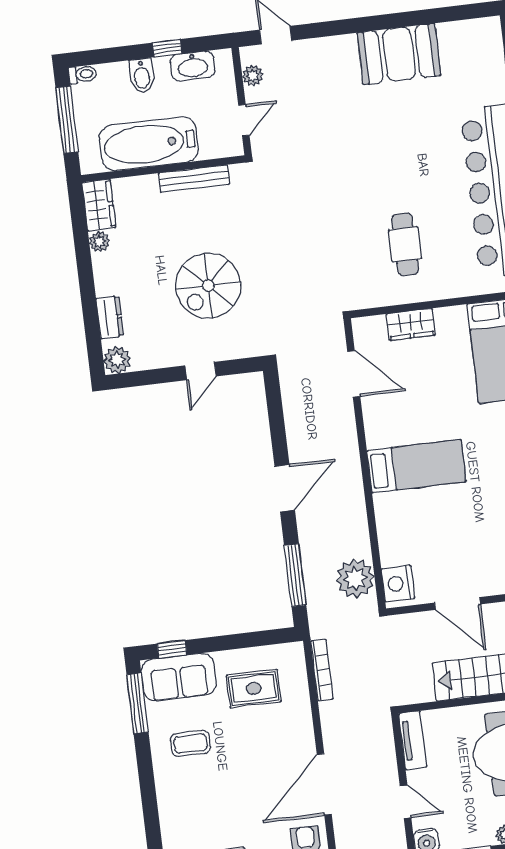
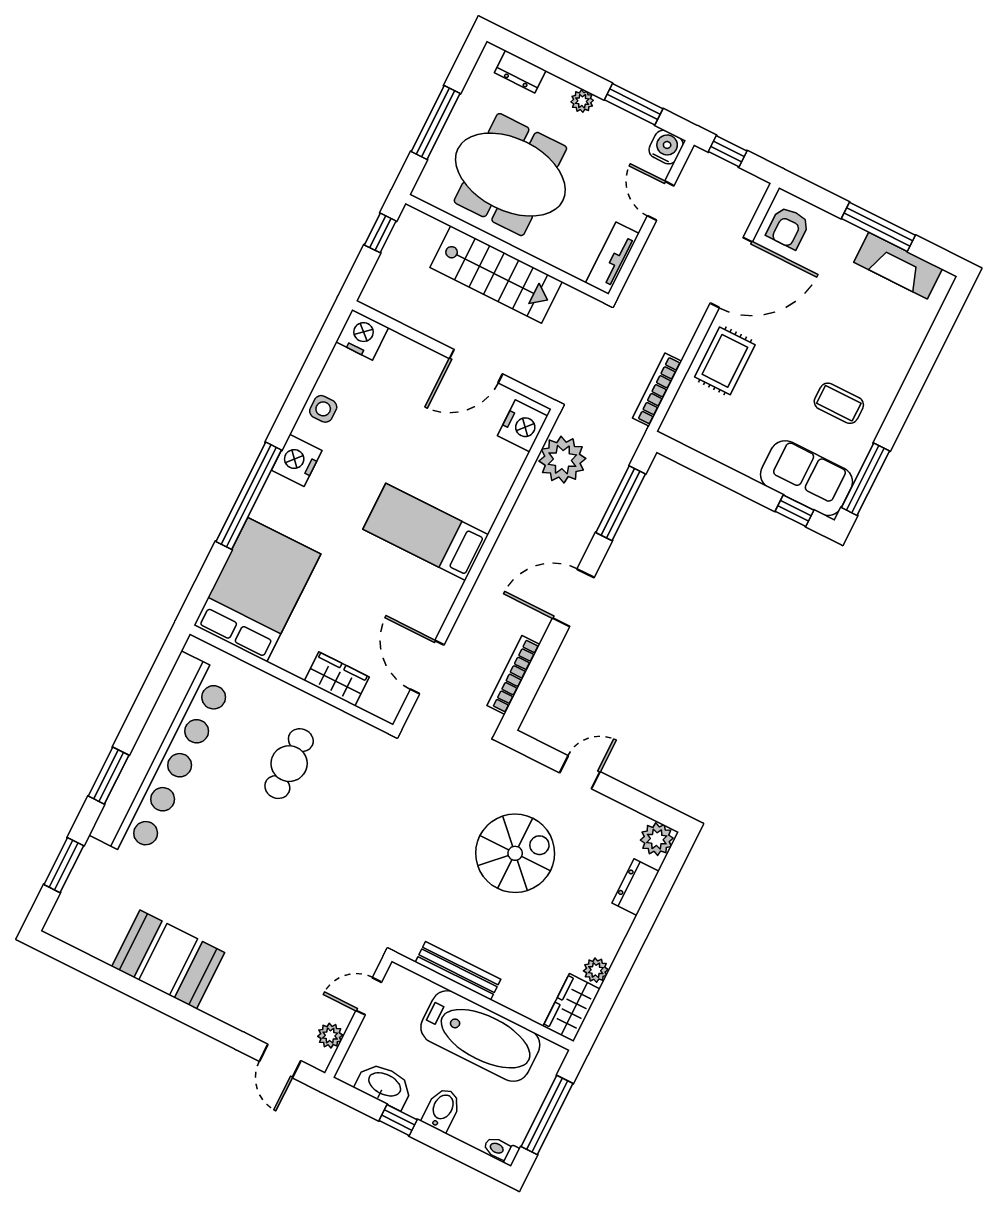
bookcase: (291, 408) -> (513, 675), added
door: (457, 604) -> (476, 366), swing flipped
rug: (254, 688) -> (725, 361), moved, turned 90

